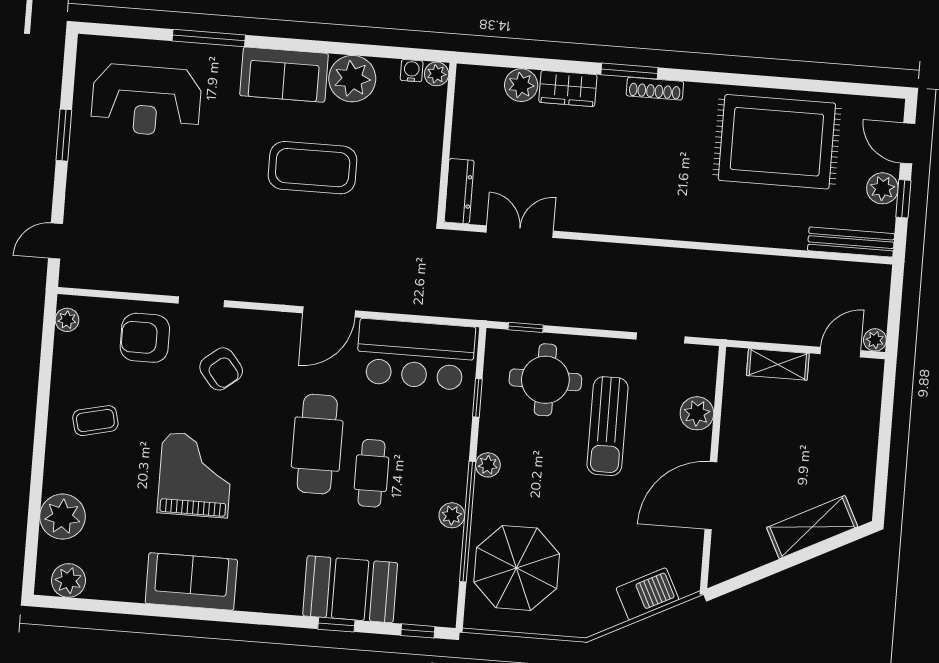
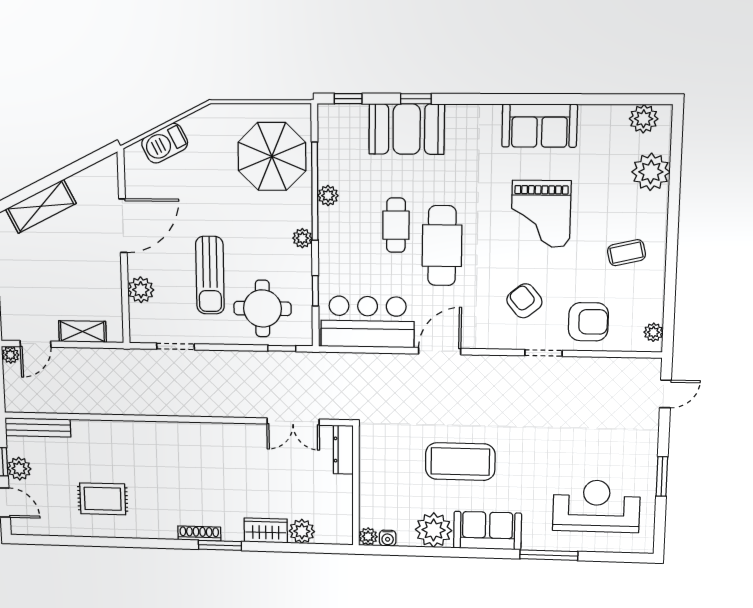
rug: (777, 142) -> (103, 499), width x0.54, depth x0.49
sun lounger: (608, 426) -> (210, 275), turned 180

